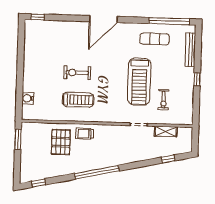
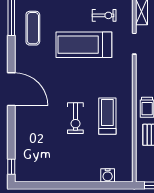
treadmill: (139, 82) -> (84, 45), turned 180

